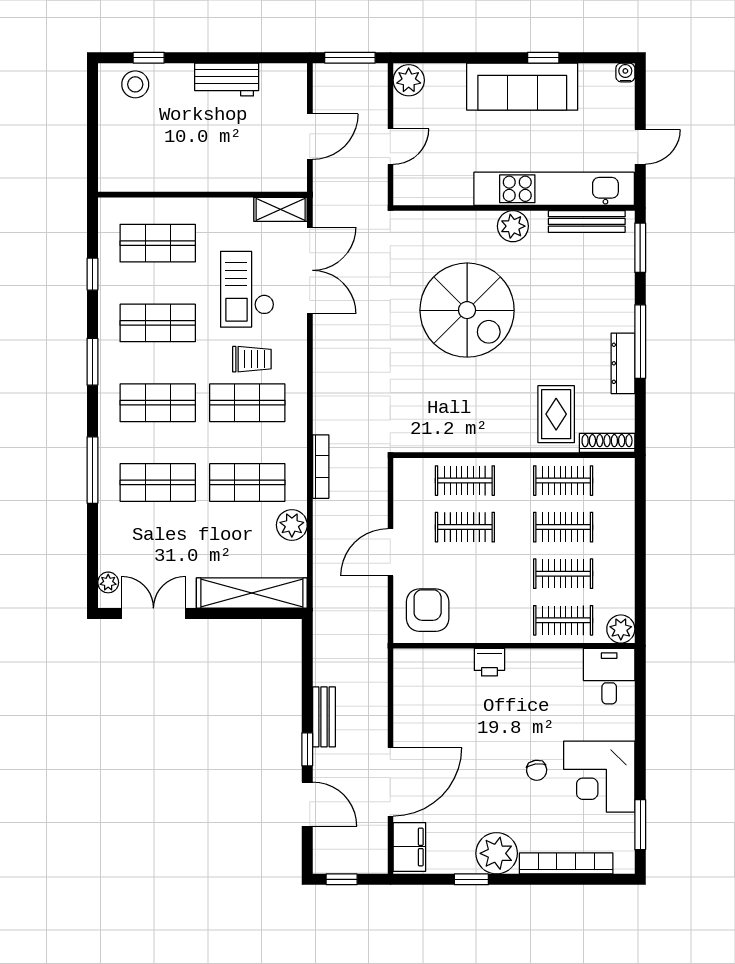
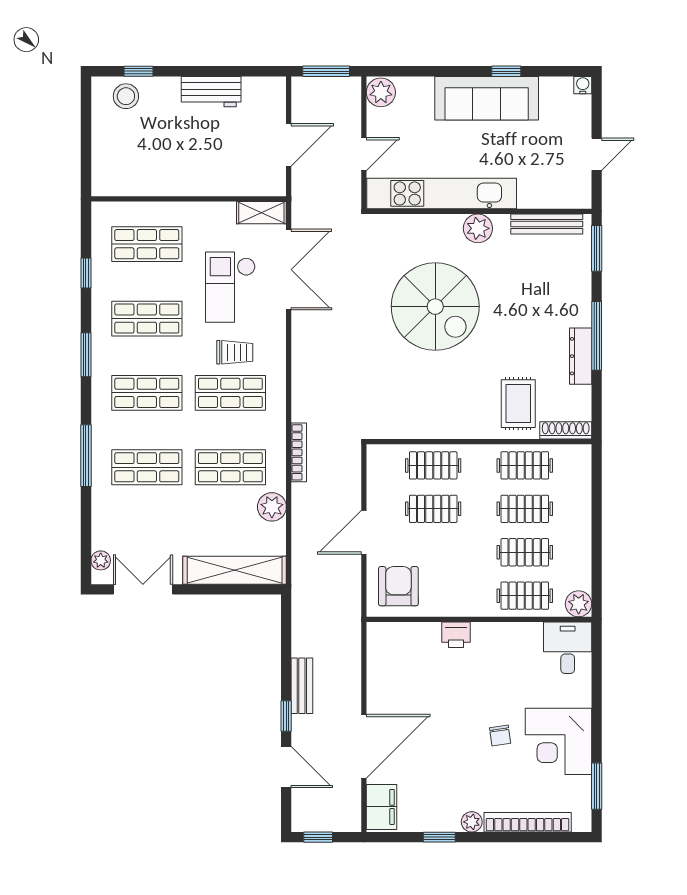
kitchen unit: (554, 189) -> (442, 193), moved
plant: (497, 853) -> (472, 822), width x0.53, depth x0.53

